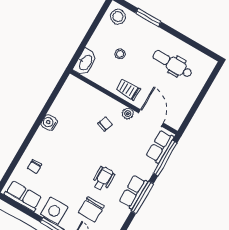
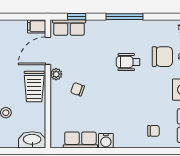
trolley: (128, 90) -> (34, 87), width x1.36, depth x1.39
filing cabinet: (176, 120) -> (37, 26), added
window: (165, 158) -> (77, 17), width x0.46
row of seats: (133, 192) -> (80, 140), moved, turned 180

